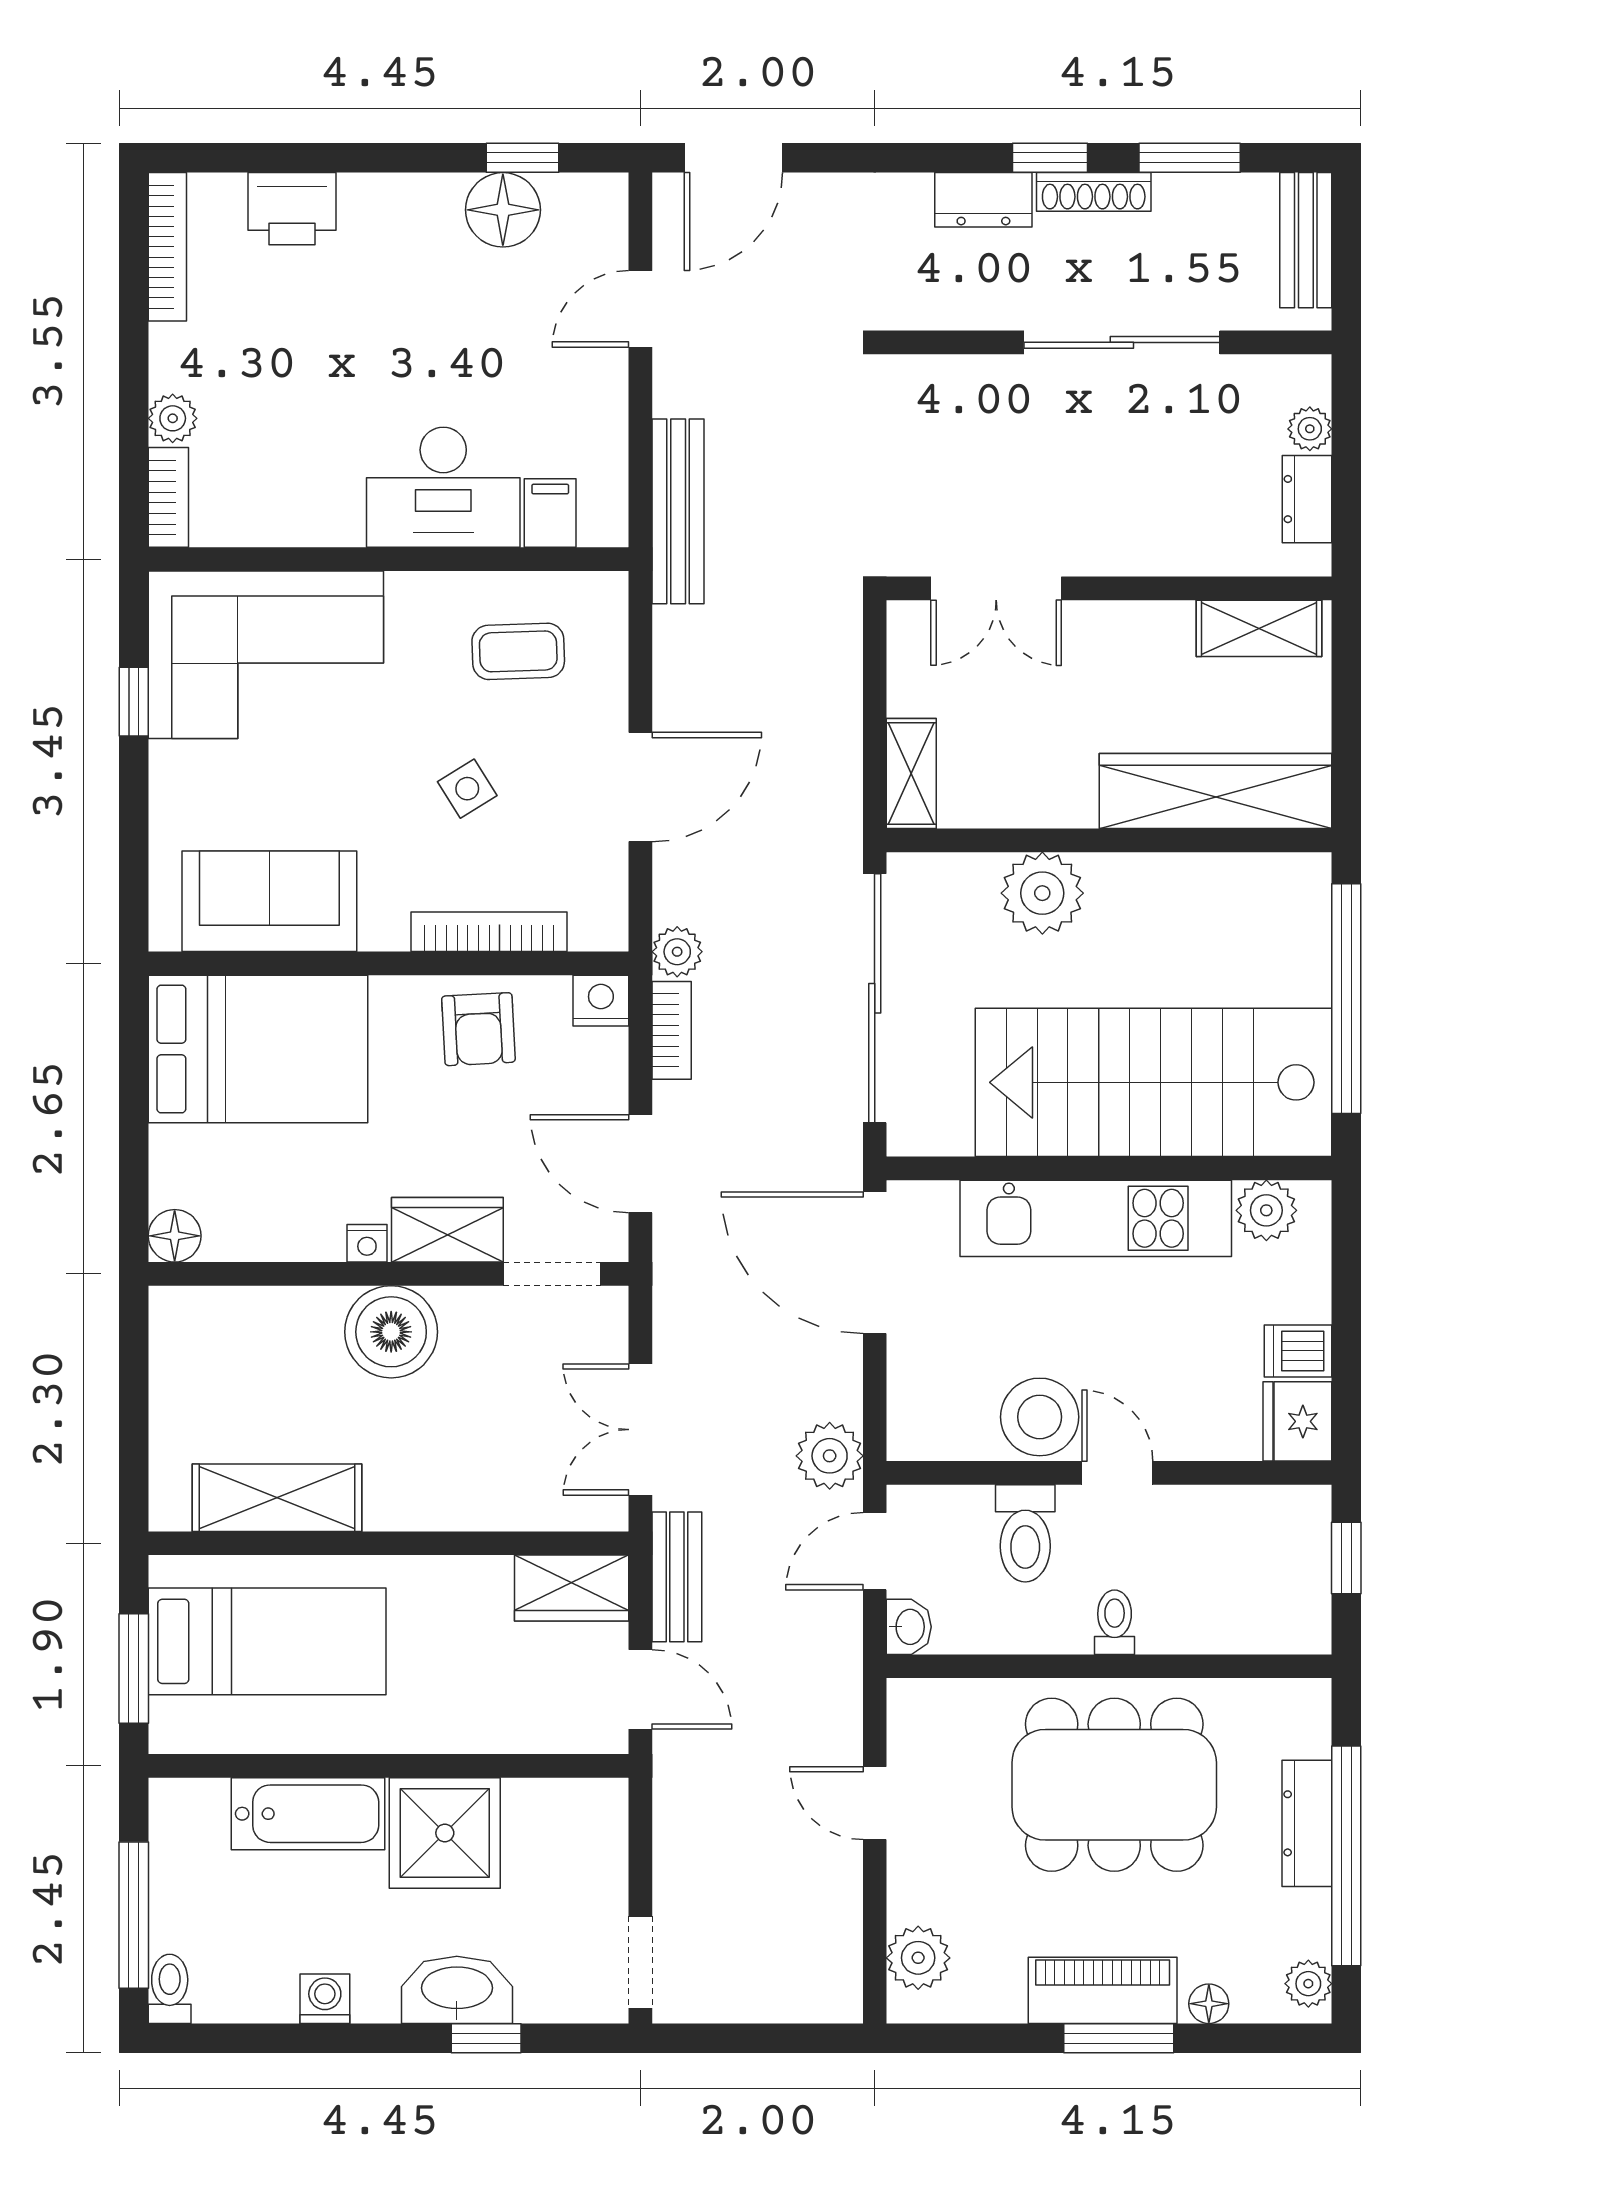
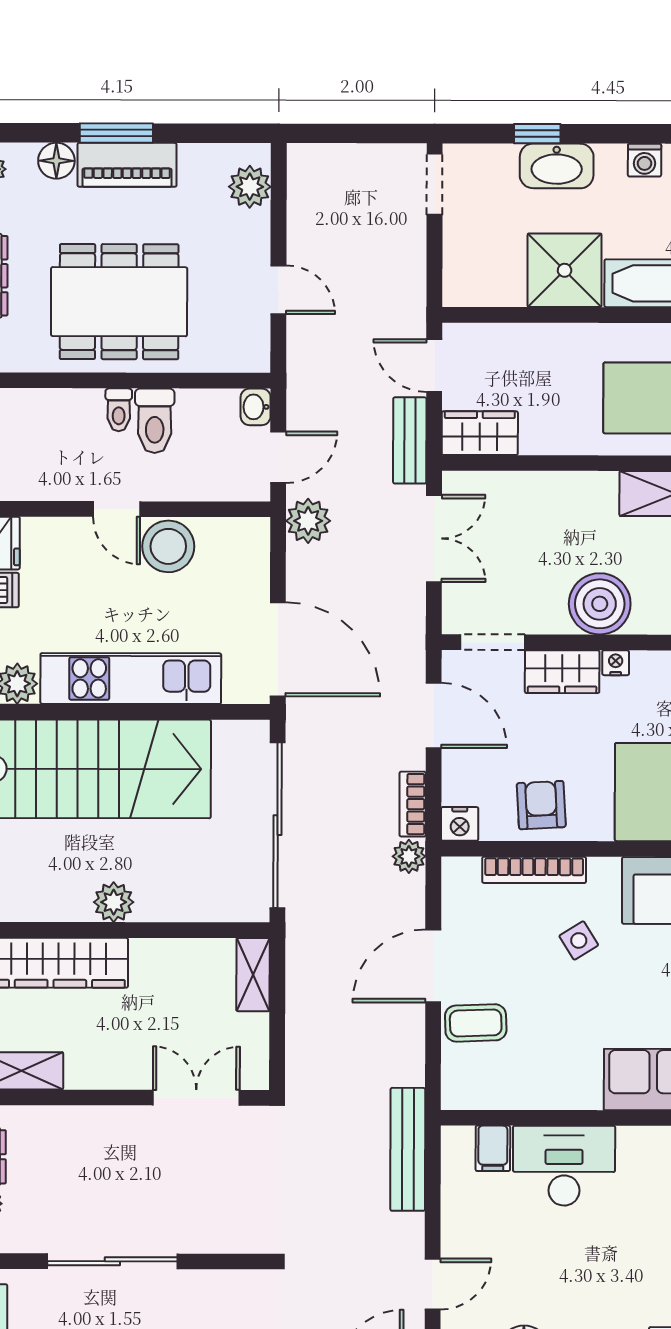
coffee table: (518, 651) -> (476, 1023), moved
side table: (467, 789) -> (579, 940), moved
plant: (1042, 893) -> (114, 902), moved, width x0.73, depth x0.73
toilet: (1025, 1533) -> (155, 421), moved, turned 180
floor lamp: (1209, 2004) -> (56, 161), width x1.37, depth x1.37

